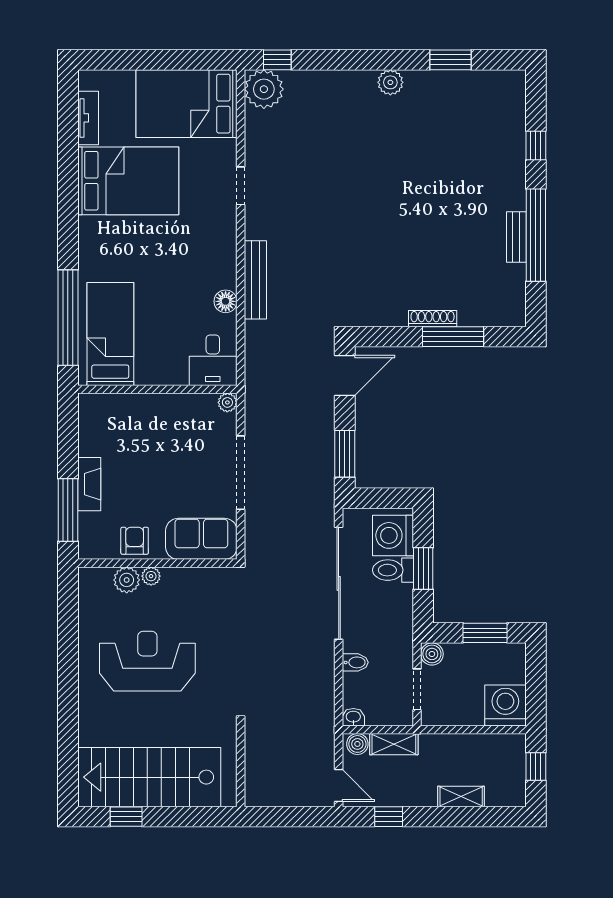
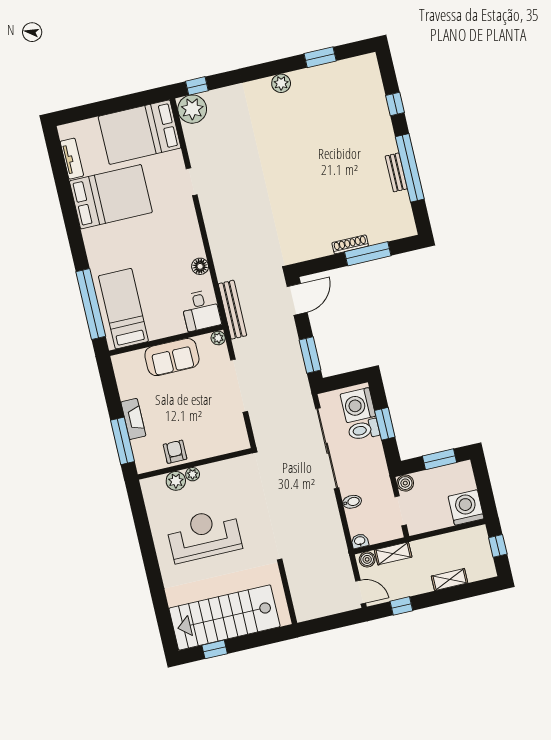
bench: (255, 280) -> (232, 310), moved
sofa: (201, 539) -> (172, 357), moved, turned 180

